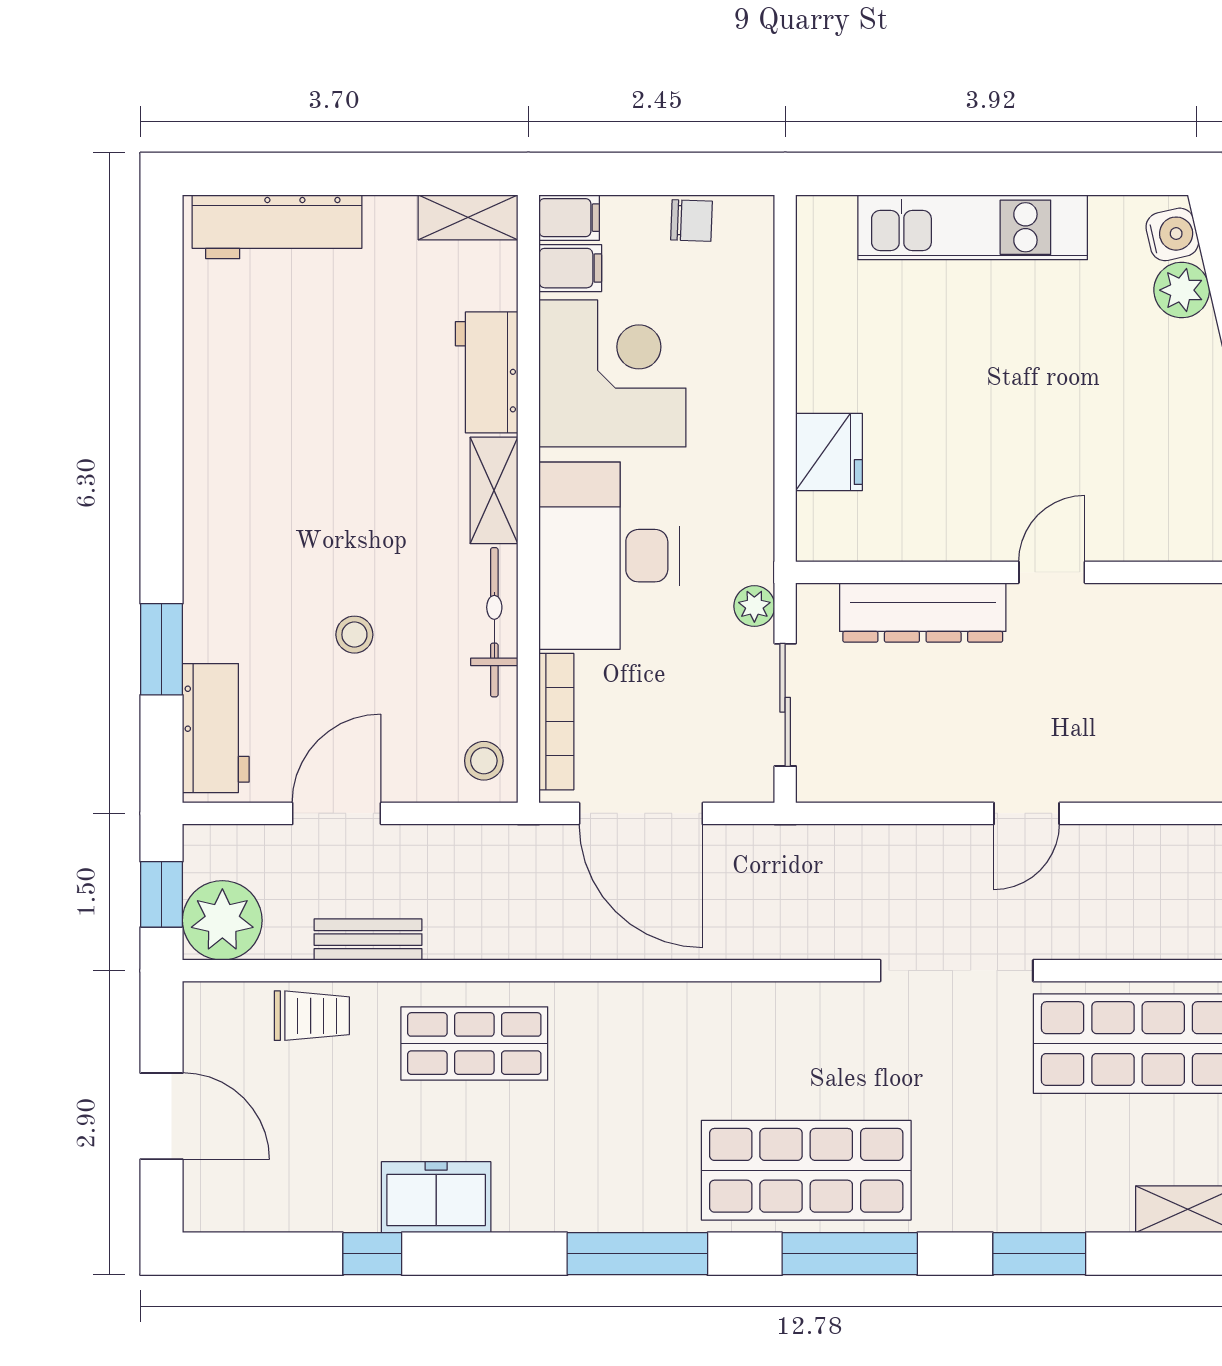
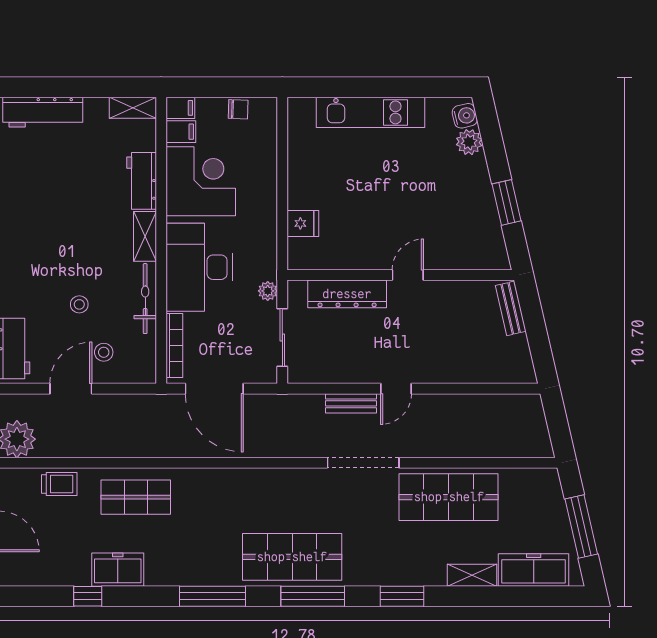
fridge: (829, 452) -> (303, 223), width x0.72
stool: (484, 761) -> (104, 352), moved
bench: (368, 940) -> (351, 403), moved

